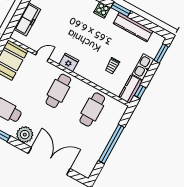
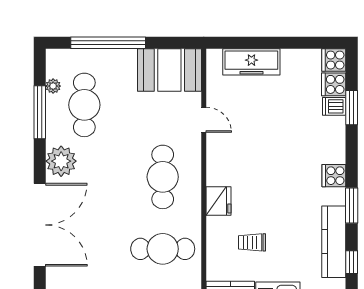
window: (147, 24) -> (352, 262), added
fridge: (69, 62) -> (218, 201), moved
cafe table: (58, 91) -> (163, 177), turned 90

